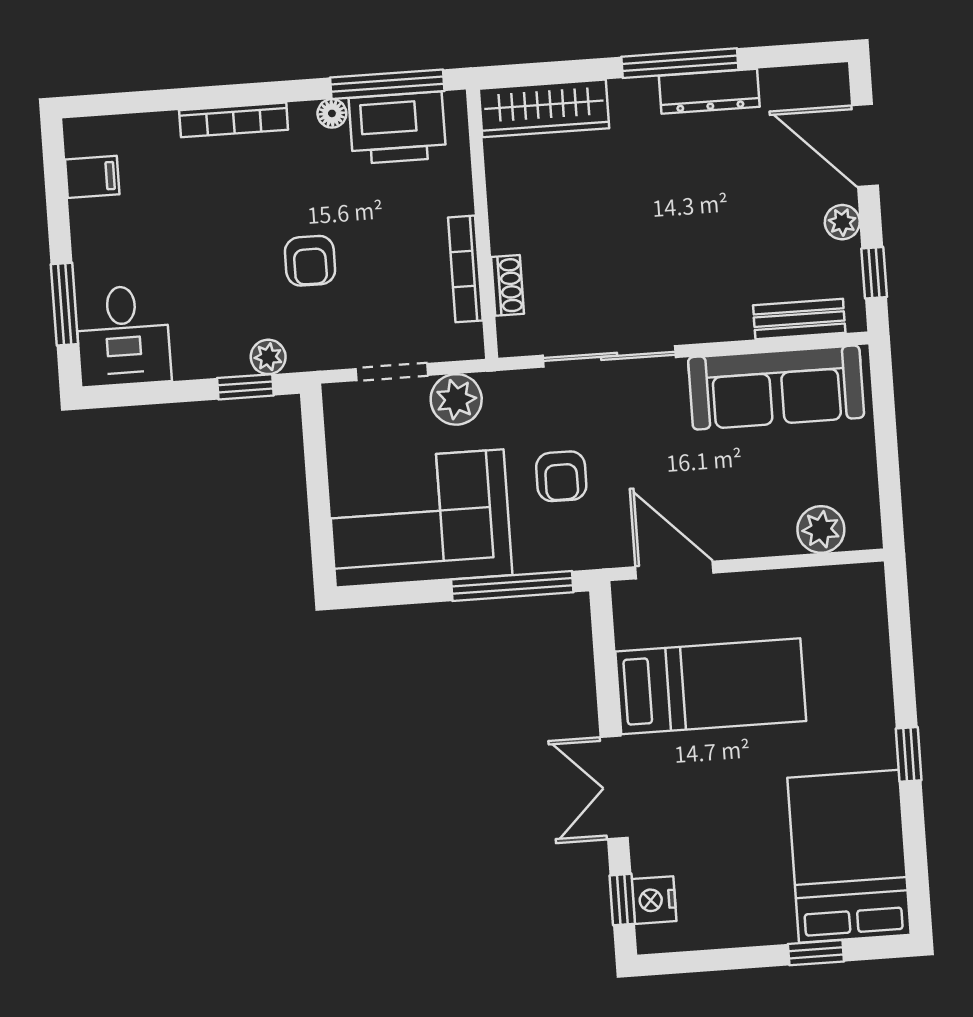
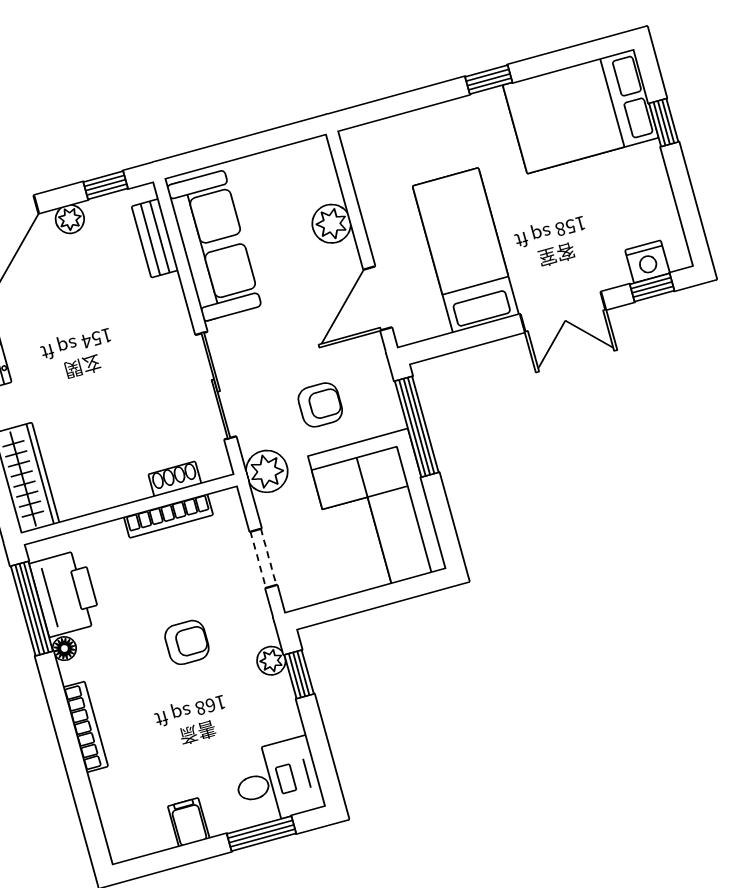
filing cabinet: (92, 177) -> (189, 822), moved
plant: (456, 399) -> (267, 471), moved
plant: (821, 529) -> (332, 224), moved

